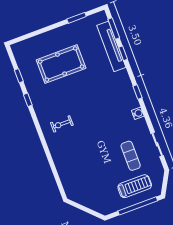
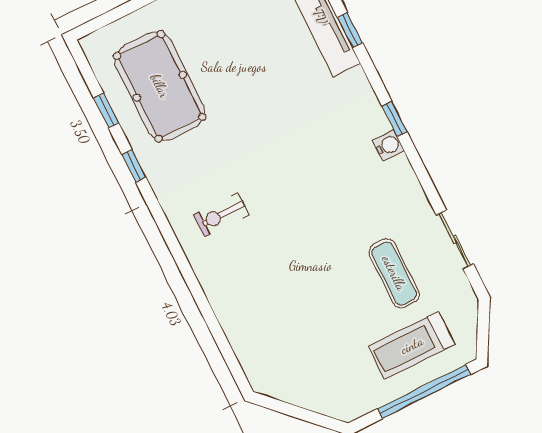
pool table: (61, 64) -> (160, 86), moved, turned 90
water cooler: (138, 113) -> (388, 145), moved
treadmill: (135, 186) -> (412, 345), turned 180

